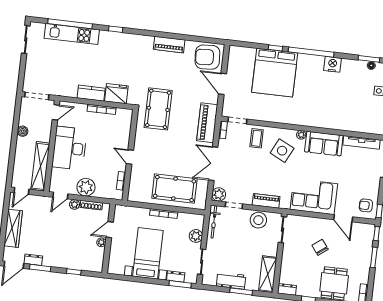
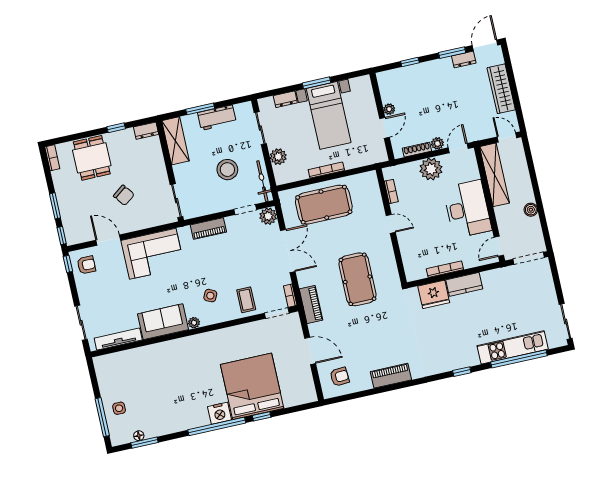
armchair: (207, 57) -> (340, 377), width x0.53, depth x0.53
nightstand: (332, 64) -> (220, 413), moved
pool table: (158, 109) -> (357, 279), moved
piano: (207, 123) -> (311, 305), width x0.73, depth x0.75
side table: (282, 151) -> (210, 296), width x0.54, depth x0.54
door: (21, 191) -> (507, 137), hinge flipped
stool: (258, 220) -> (227, 170), moved
window: (180, 284) -> (316, 83), moved

